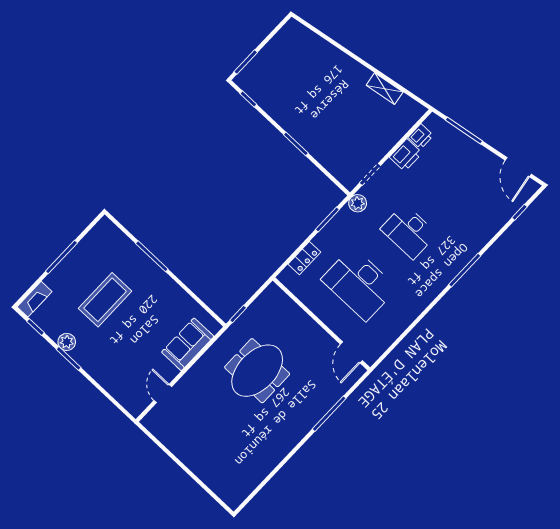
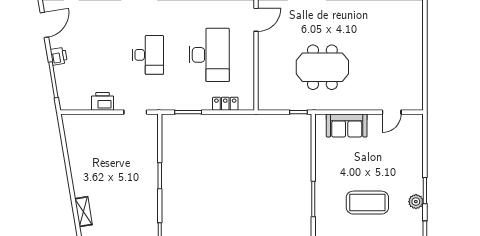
shelving: (385, 89) -> (84, 212), moved
printer: (421, 136) -> (59, 56), moved, turned 81
plant: (358, 203) -> (160, 103), removed

